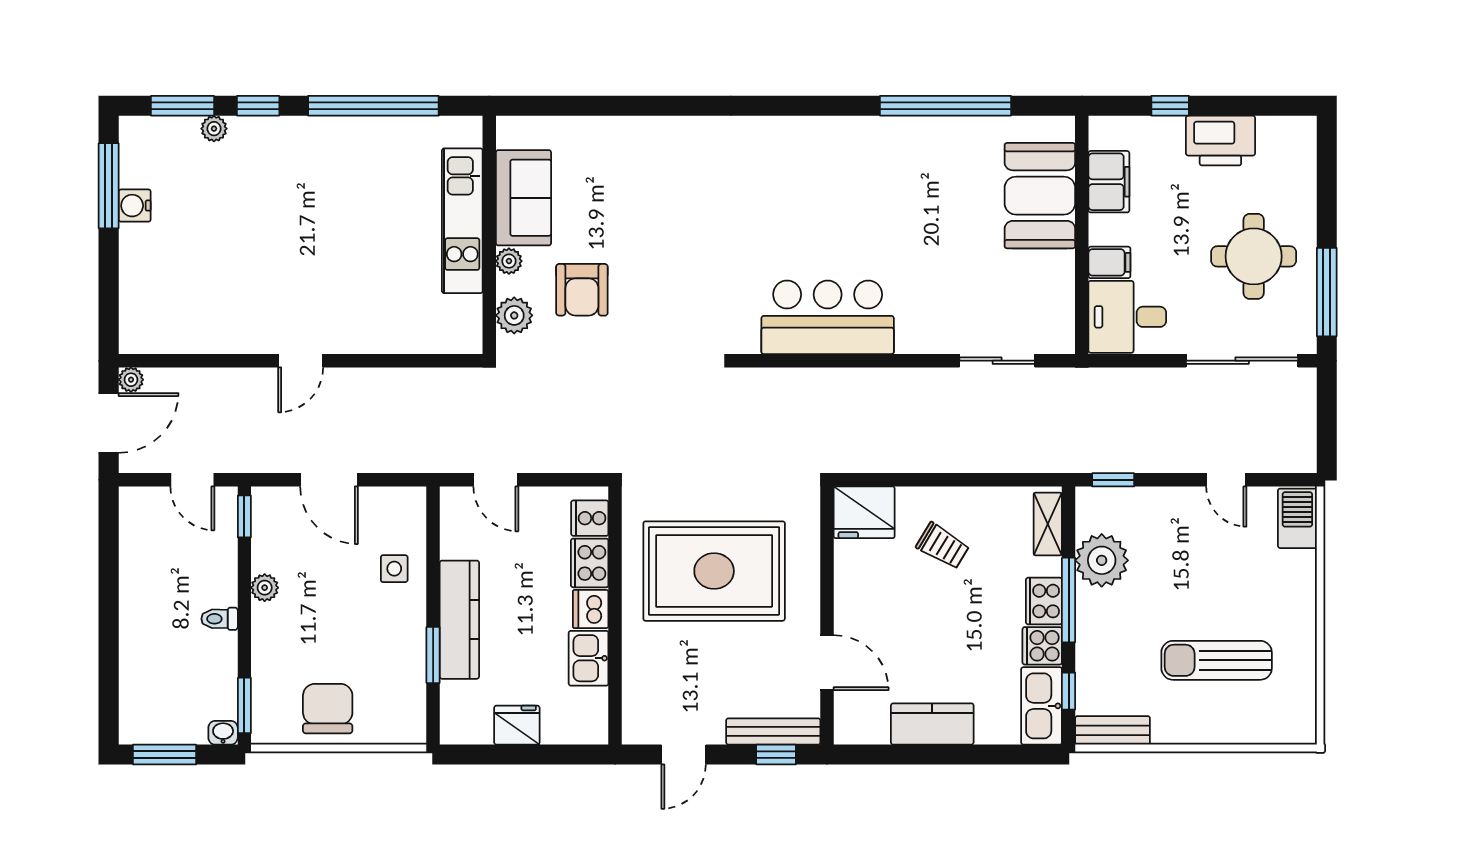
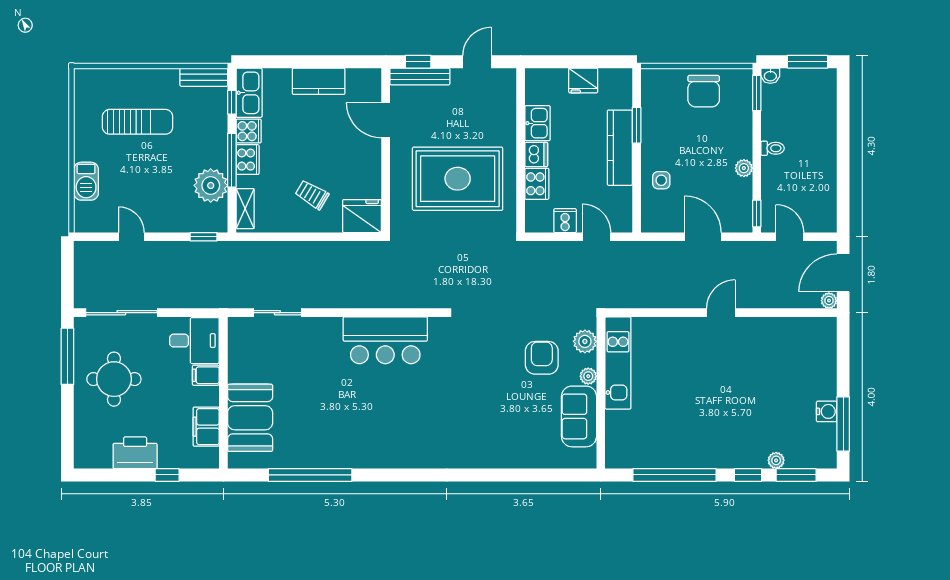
kitchen unit: (462, 221) -> (618, 363), moved
cooker: (590, 518) -> (565, 221), moved, turned -90
barbecue: (1297, 518) -> (86, 181), moved

